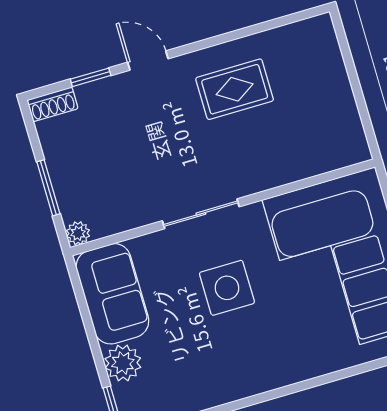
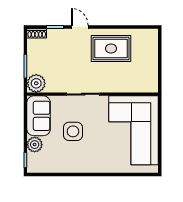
rug: (235, 89) -> (111, 49), width x1.36, depth x1.43
plant: (78, 233) -> (36, 83), width x1.87, depth x1.87
side table: (227, 288) -> (73, 131), moved

